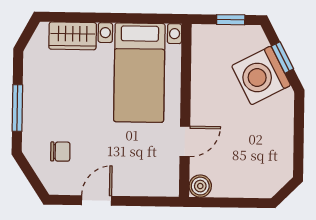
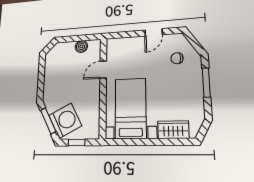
window: (282, 57) -> (48, 121), width x1.50
washing machine: (261, 75) -> (65, 121), moved
boiler: (200, 186) -> (81, 47), moved

